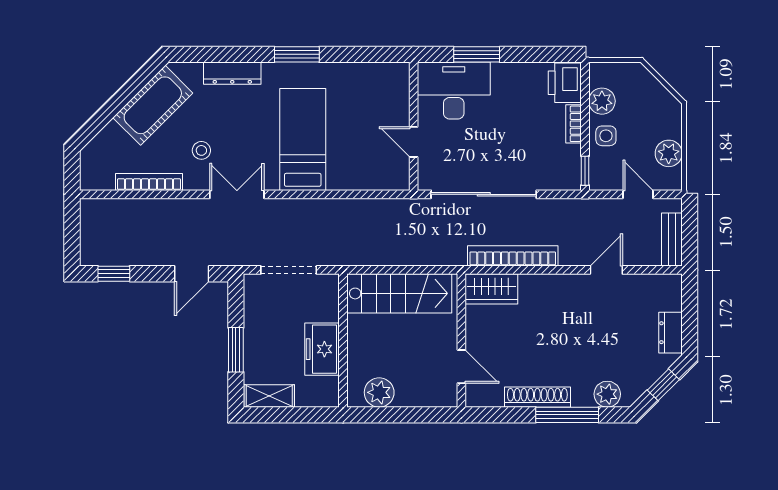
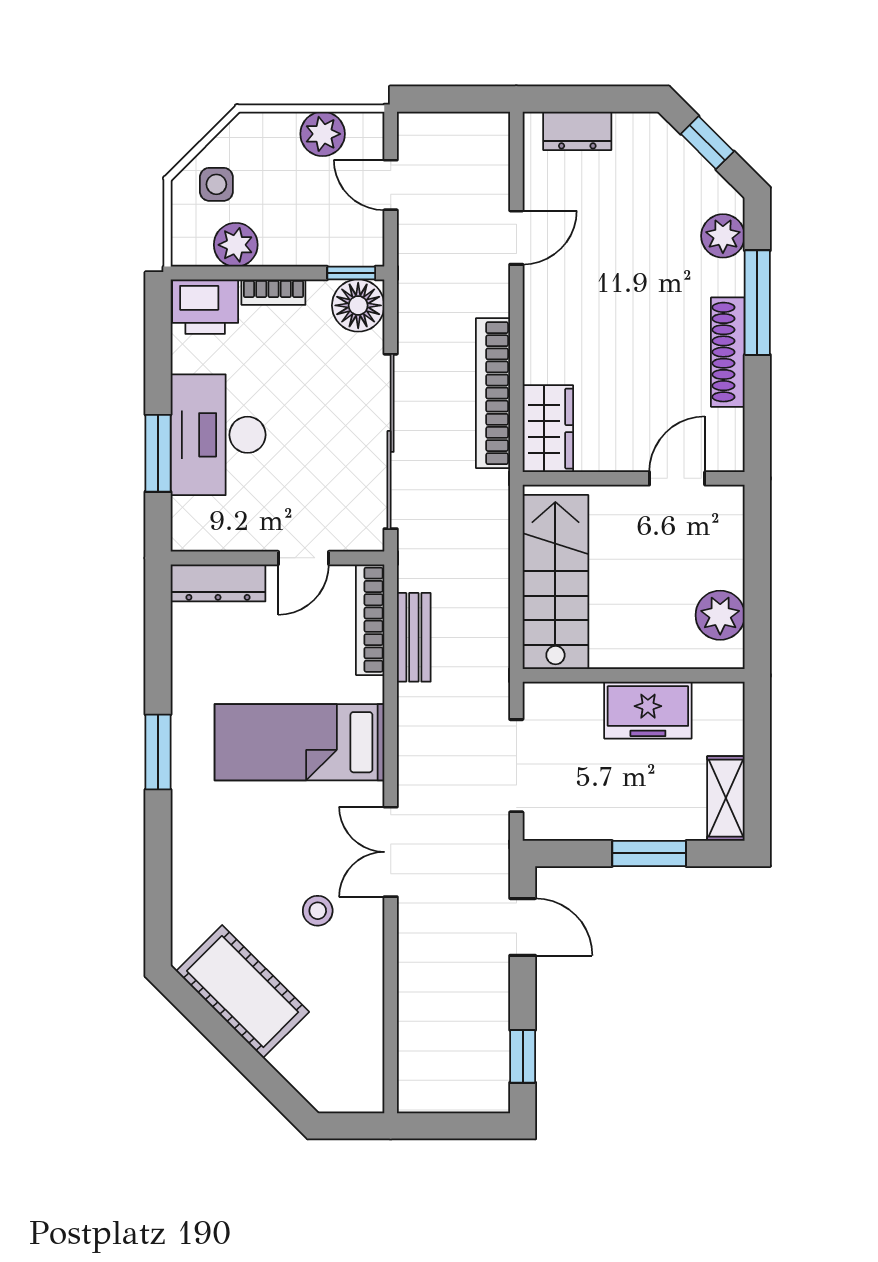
dresser: (232, 73) -> (218, 583), moved, turned 90
desk: (454, 91) -> (218, 435), moved
side table: (606, 136) -> (216, 184), moved
floor lamp: (565, 175) -> (358, 305), added
bookcase: (149, 182) -> (370, 620), moved
door: (638, 194) -> (391, 185), hinge flipped
bench: (672, 239) -> (414, 637), moved, turned 90
door: (606, 270) -> (516, 238), swing flipped
dresser: (670, 333) -> (577, 131), moved

